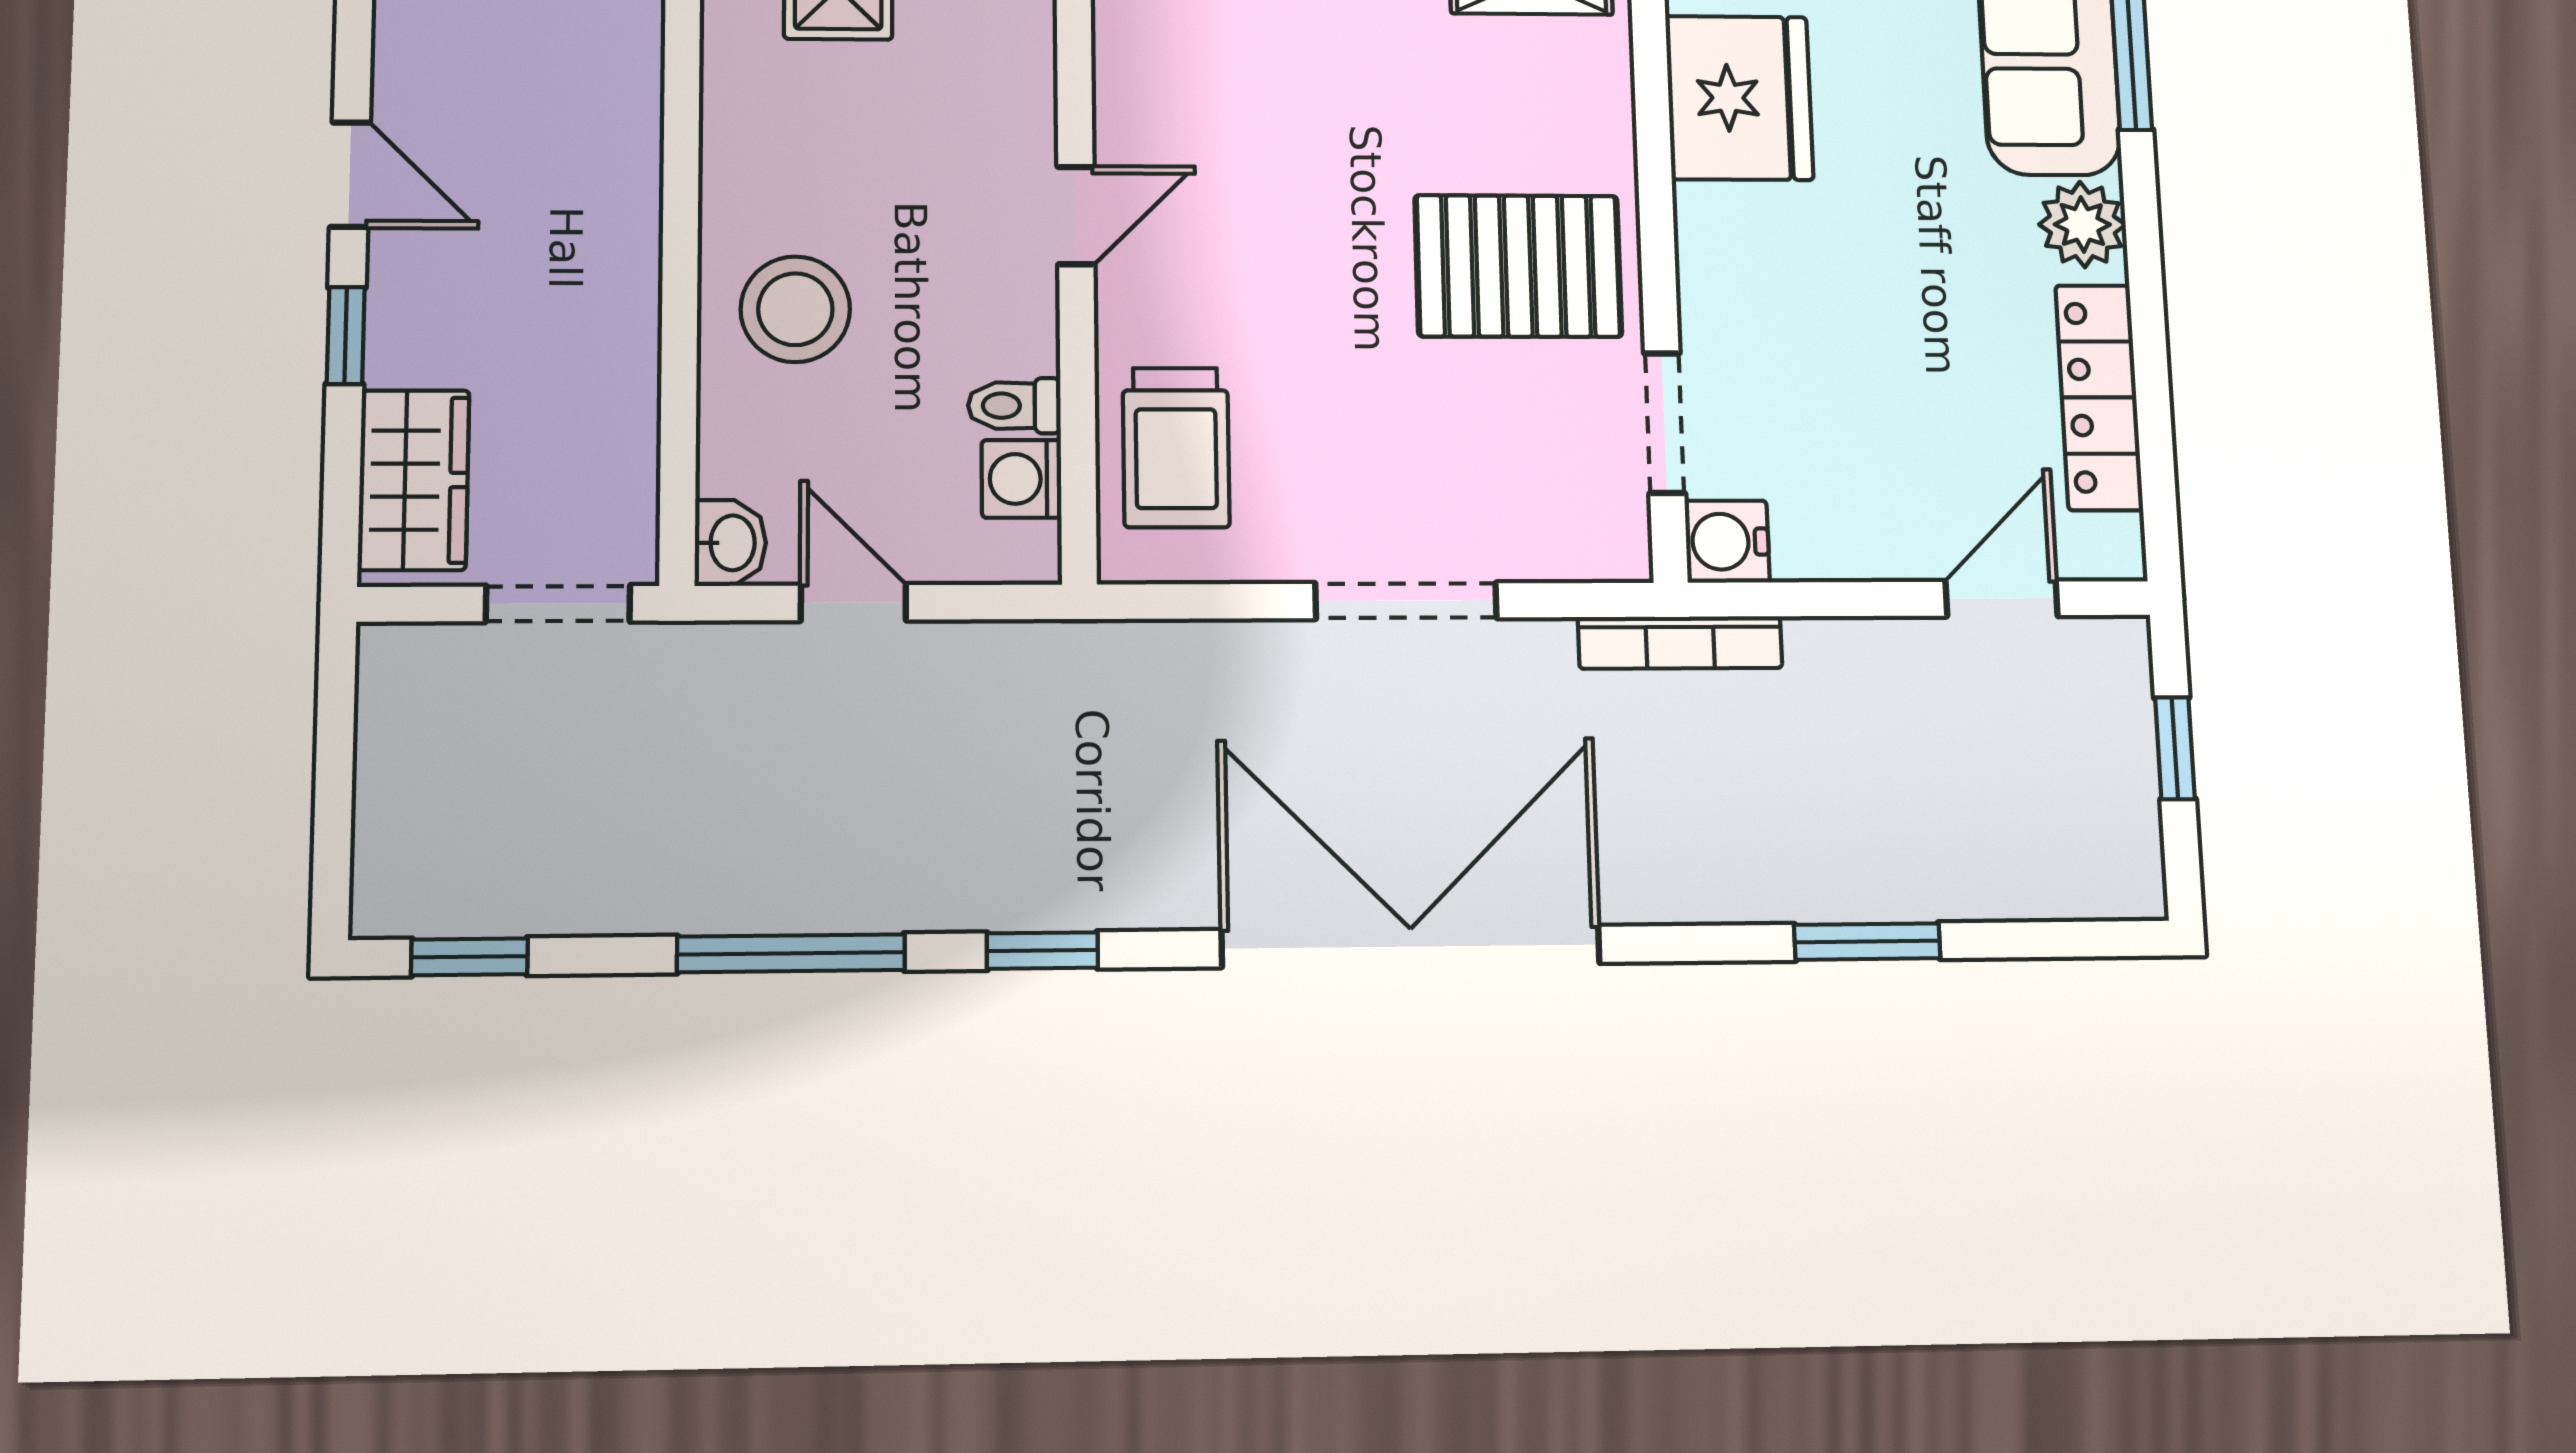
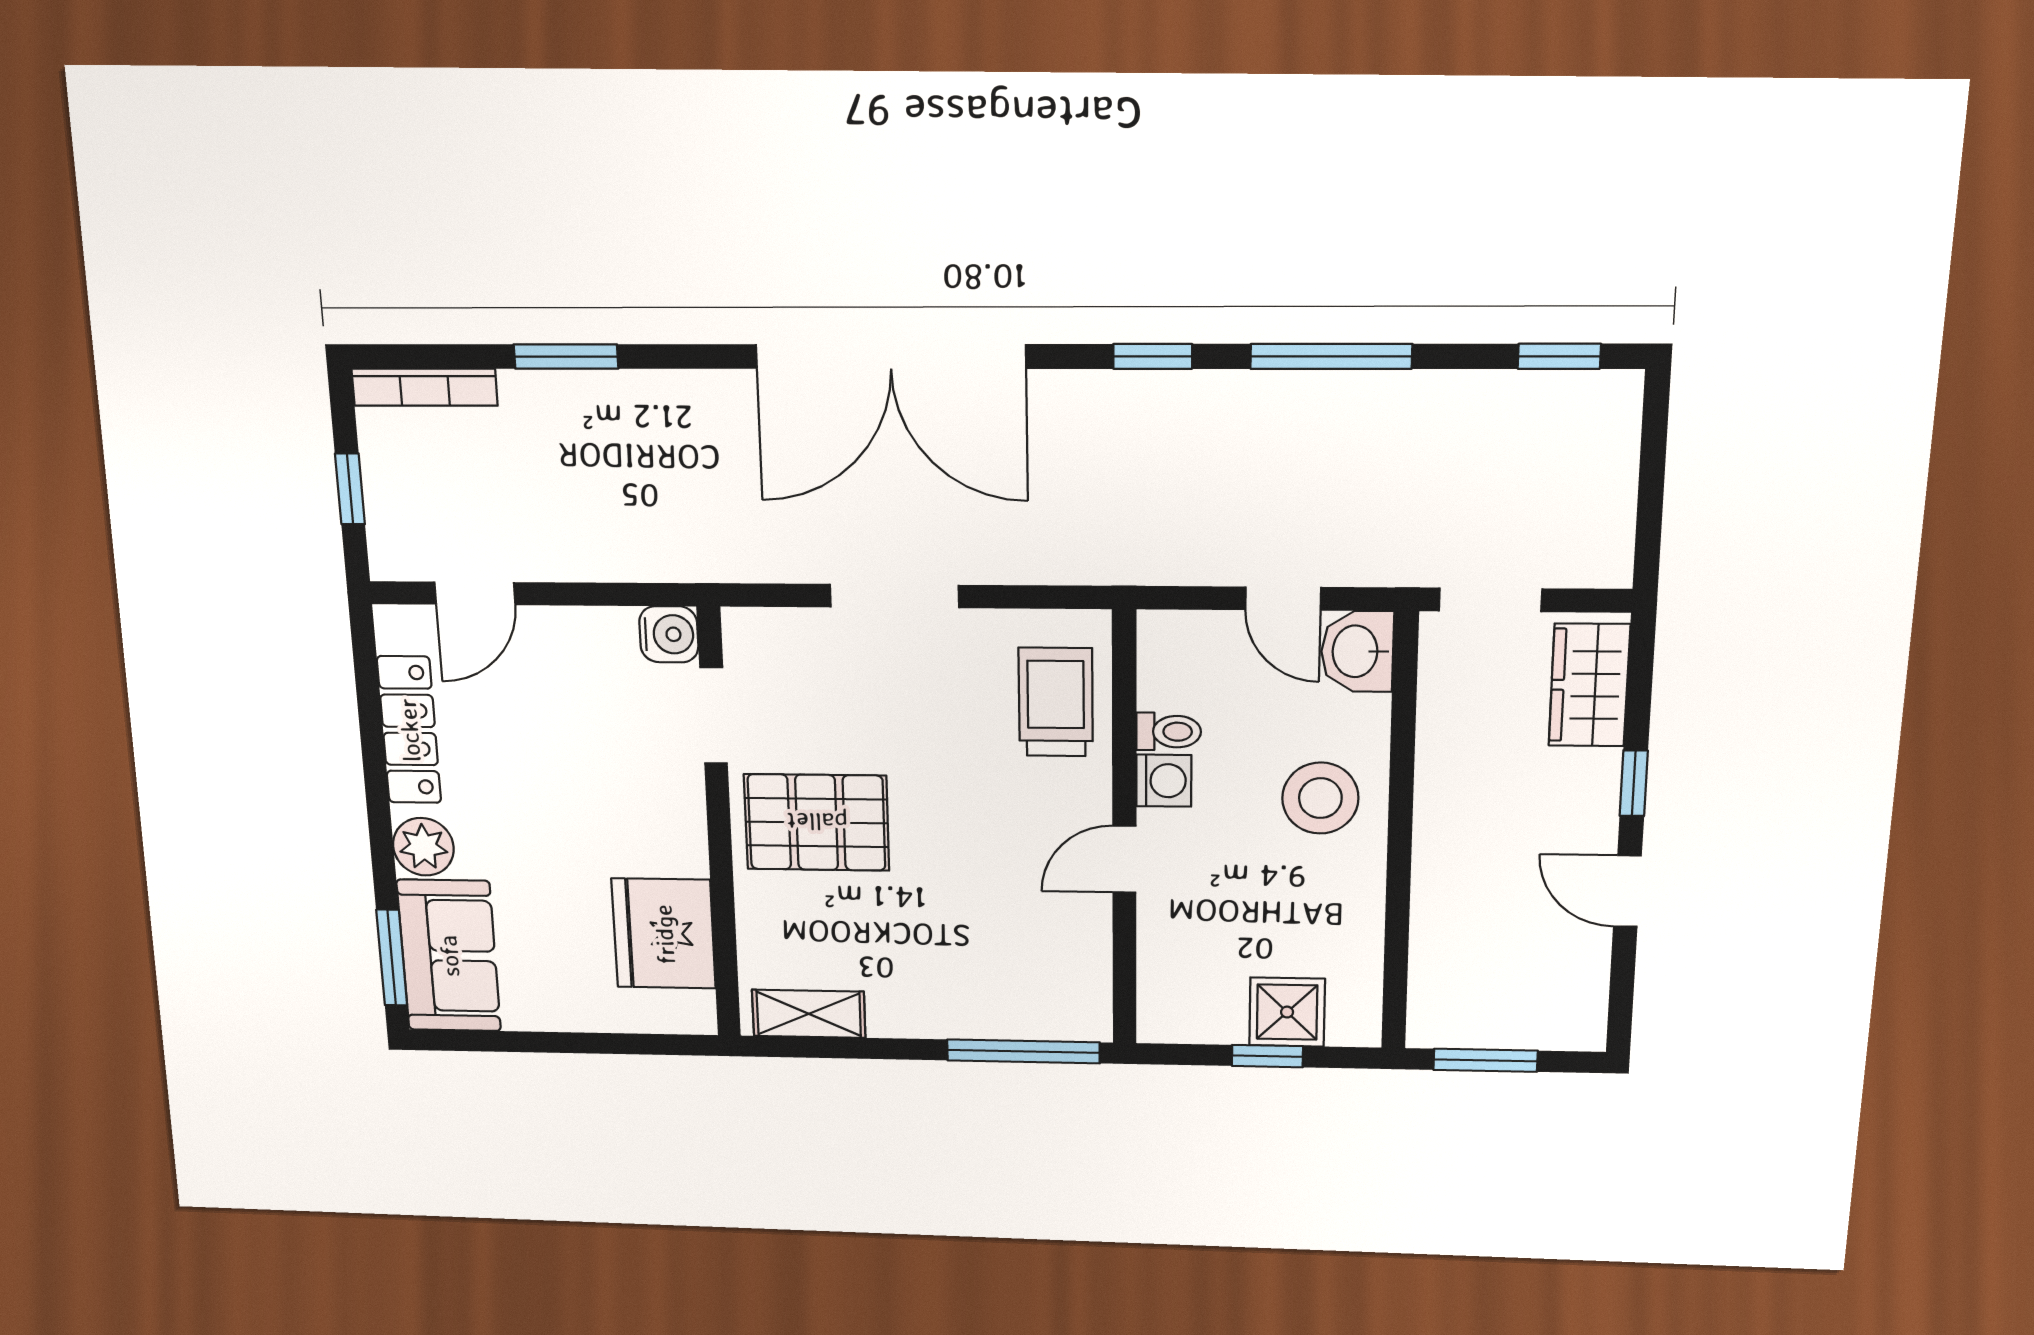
washing machine: (1022, 479) -> (1164, 781), moved
washbasin: (730, 543) -> (1357, 651), width x1.38, depth x1.45
bookcase: (1680, 643) -> (425, 387), moved, turned 180

